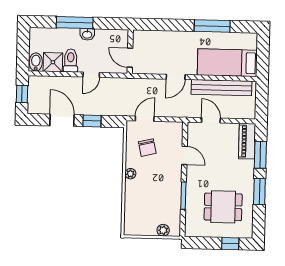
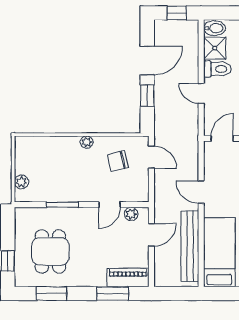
plant: (193, 137) -> (131, 214), added
window: (259, 192) -> (51, 294), moved

